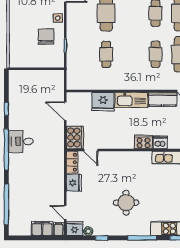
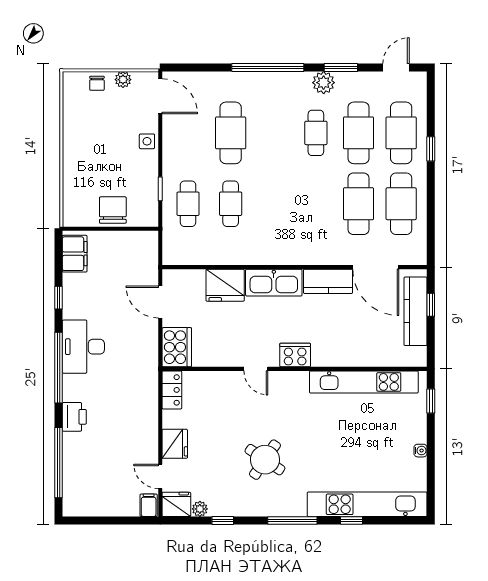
chair: (46, 37) -> (113, 210), moved
cafe table: (156, 54) -> (188, 204), moved
desk: (21, 141) -> (83, 347), width x1.37
dishwasher: (160, 143) -> (324, 356), removed
door: (91, 150) -> (256, 369), moved
printer: (16, 178) -> (74, 417), added
fridge: (74, 183) -> (175, 444), moved
round table: (126, 203) -> (265, 460), turned 34
filing cabinet: (42, 229) -> (75, 254), moved, turned 90

